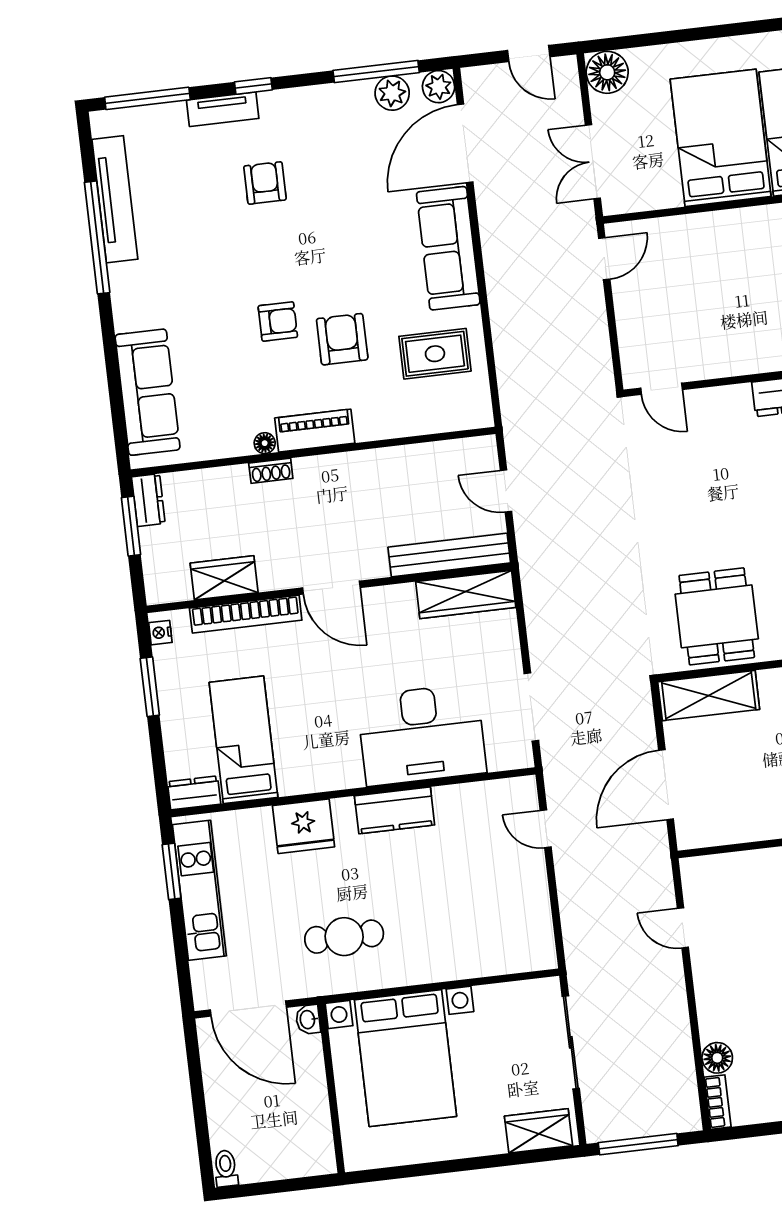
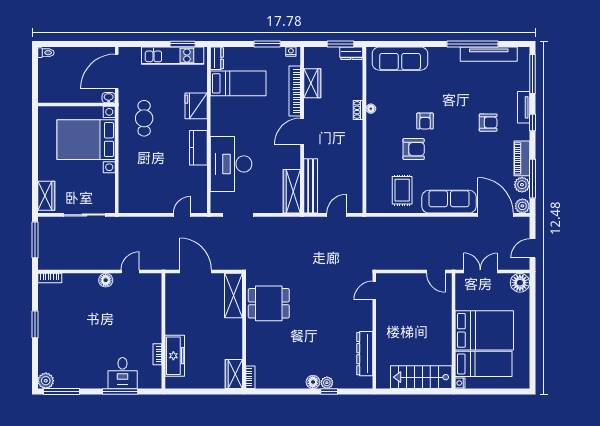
piano: (315, 431) -> (522, 158), moved, turned 180
floor lamp: (717, 1058) -> (106, 280), moved

